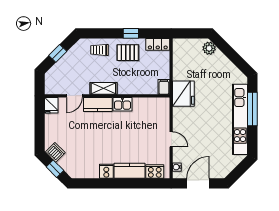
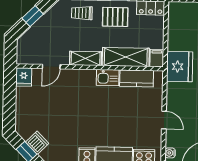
shelving: (138, 87) -> (126, 57), added
kitchen counter: (98, 104) -> (137, 78), moved
dishwasher: (55, 152) -> (37, 143), moved

